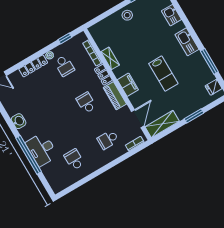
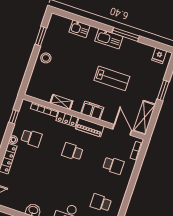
window: (209, 61) -> (126, 34), moved
school desk: (108, 140) -> (113, 165), turned -90

